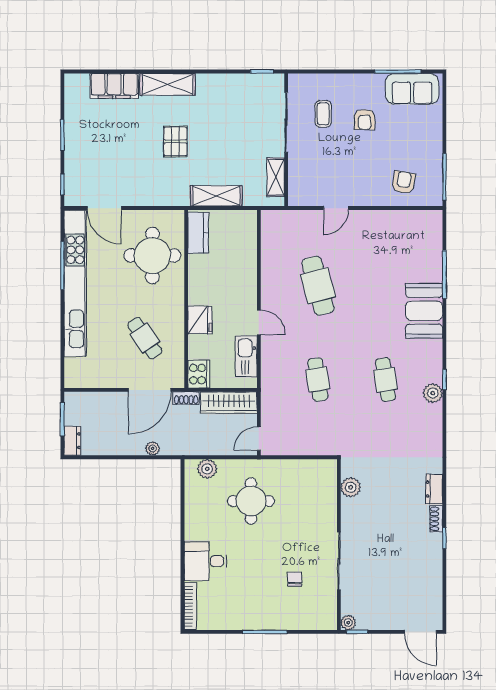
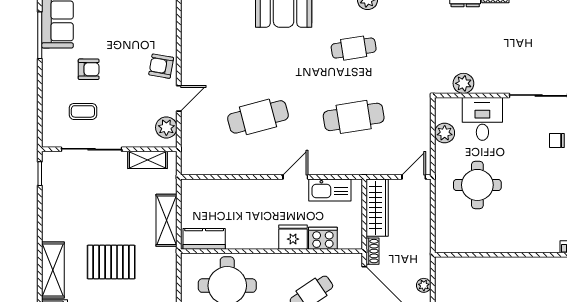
pallet: (175, 141) -> (111, 262), width x1.50, depth x1.42
armchair: (404, 182) -> (161, 66), moved
plant: (307, 196) -> (166, 127), added
door: (336, 208) -> (179, 98), hinge flipped
cooker: (199, 374) -> (323, 238), moved
cafe table: (318, 380) -> (354, 117), width x1.37, depth x1.35
door: (259, 439) -> (414, 177), swing flipped
plant: (207, 469) -> (445, 133), moved
desk: (205, 561) -> (482, 119), moved, turned 180

